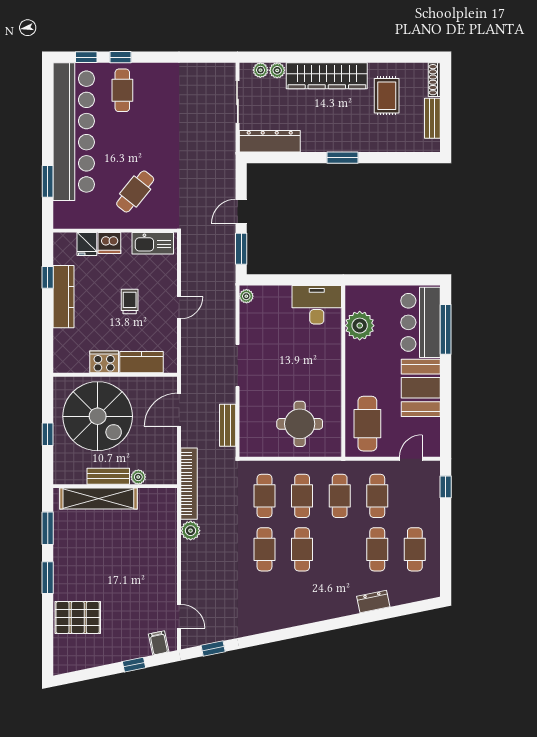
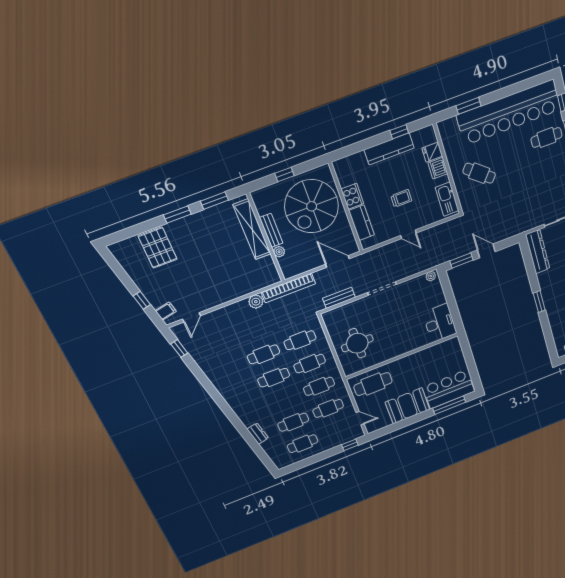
plant: (360, 326) -> (435, 354), removed

